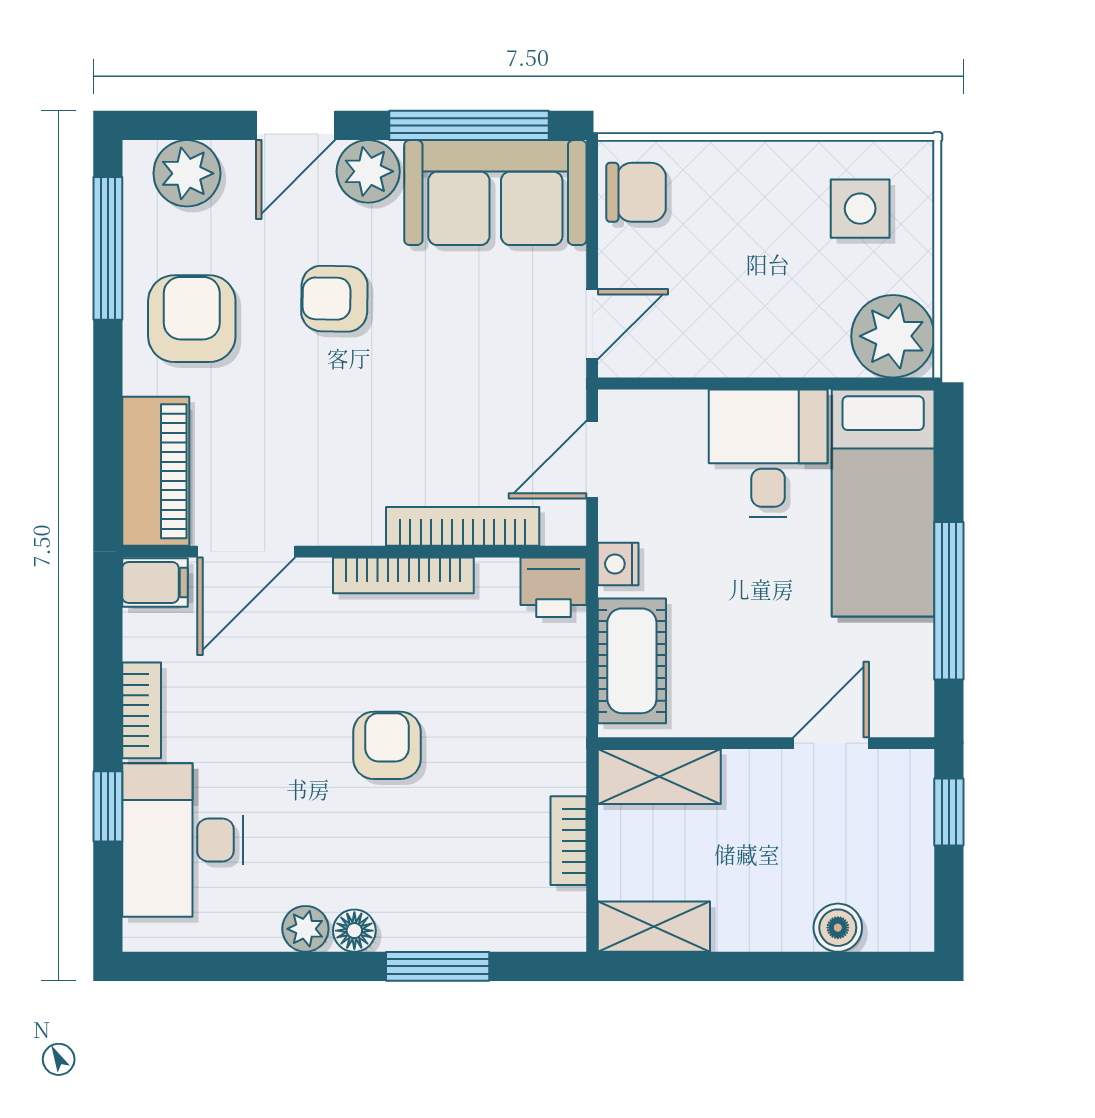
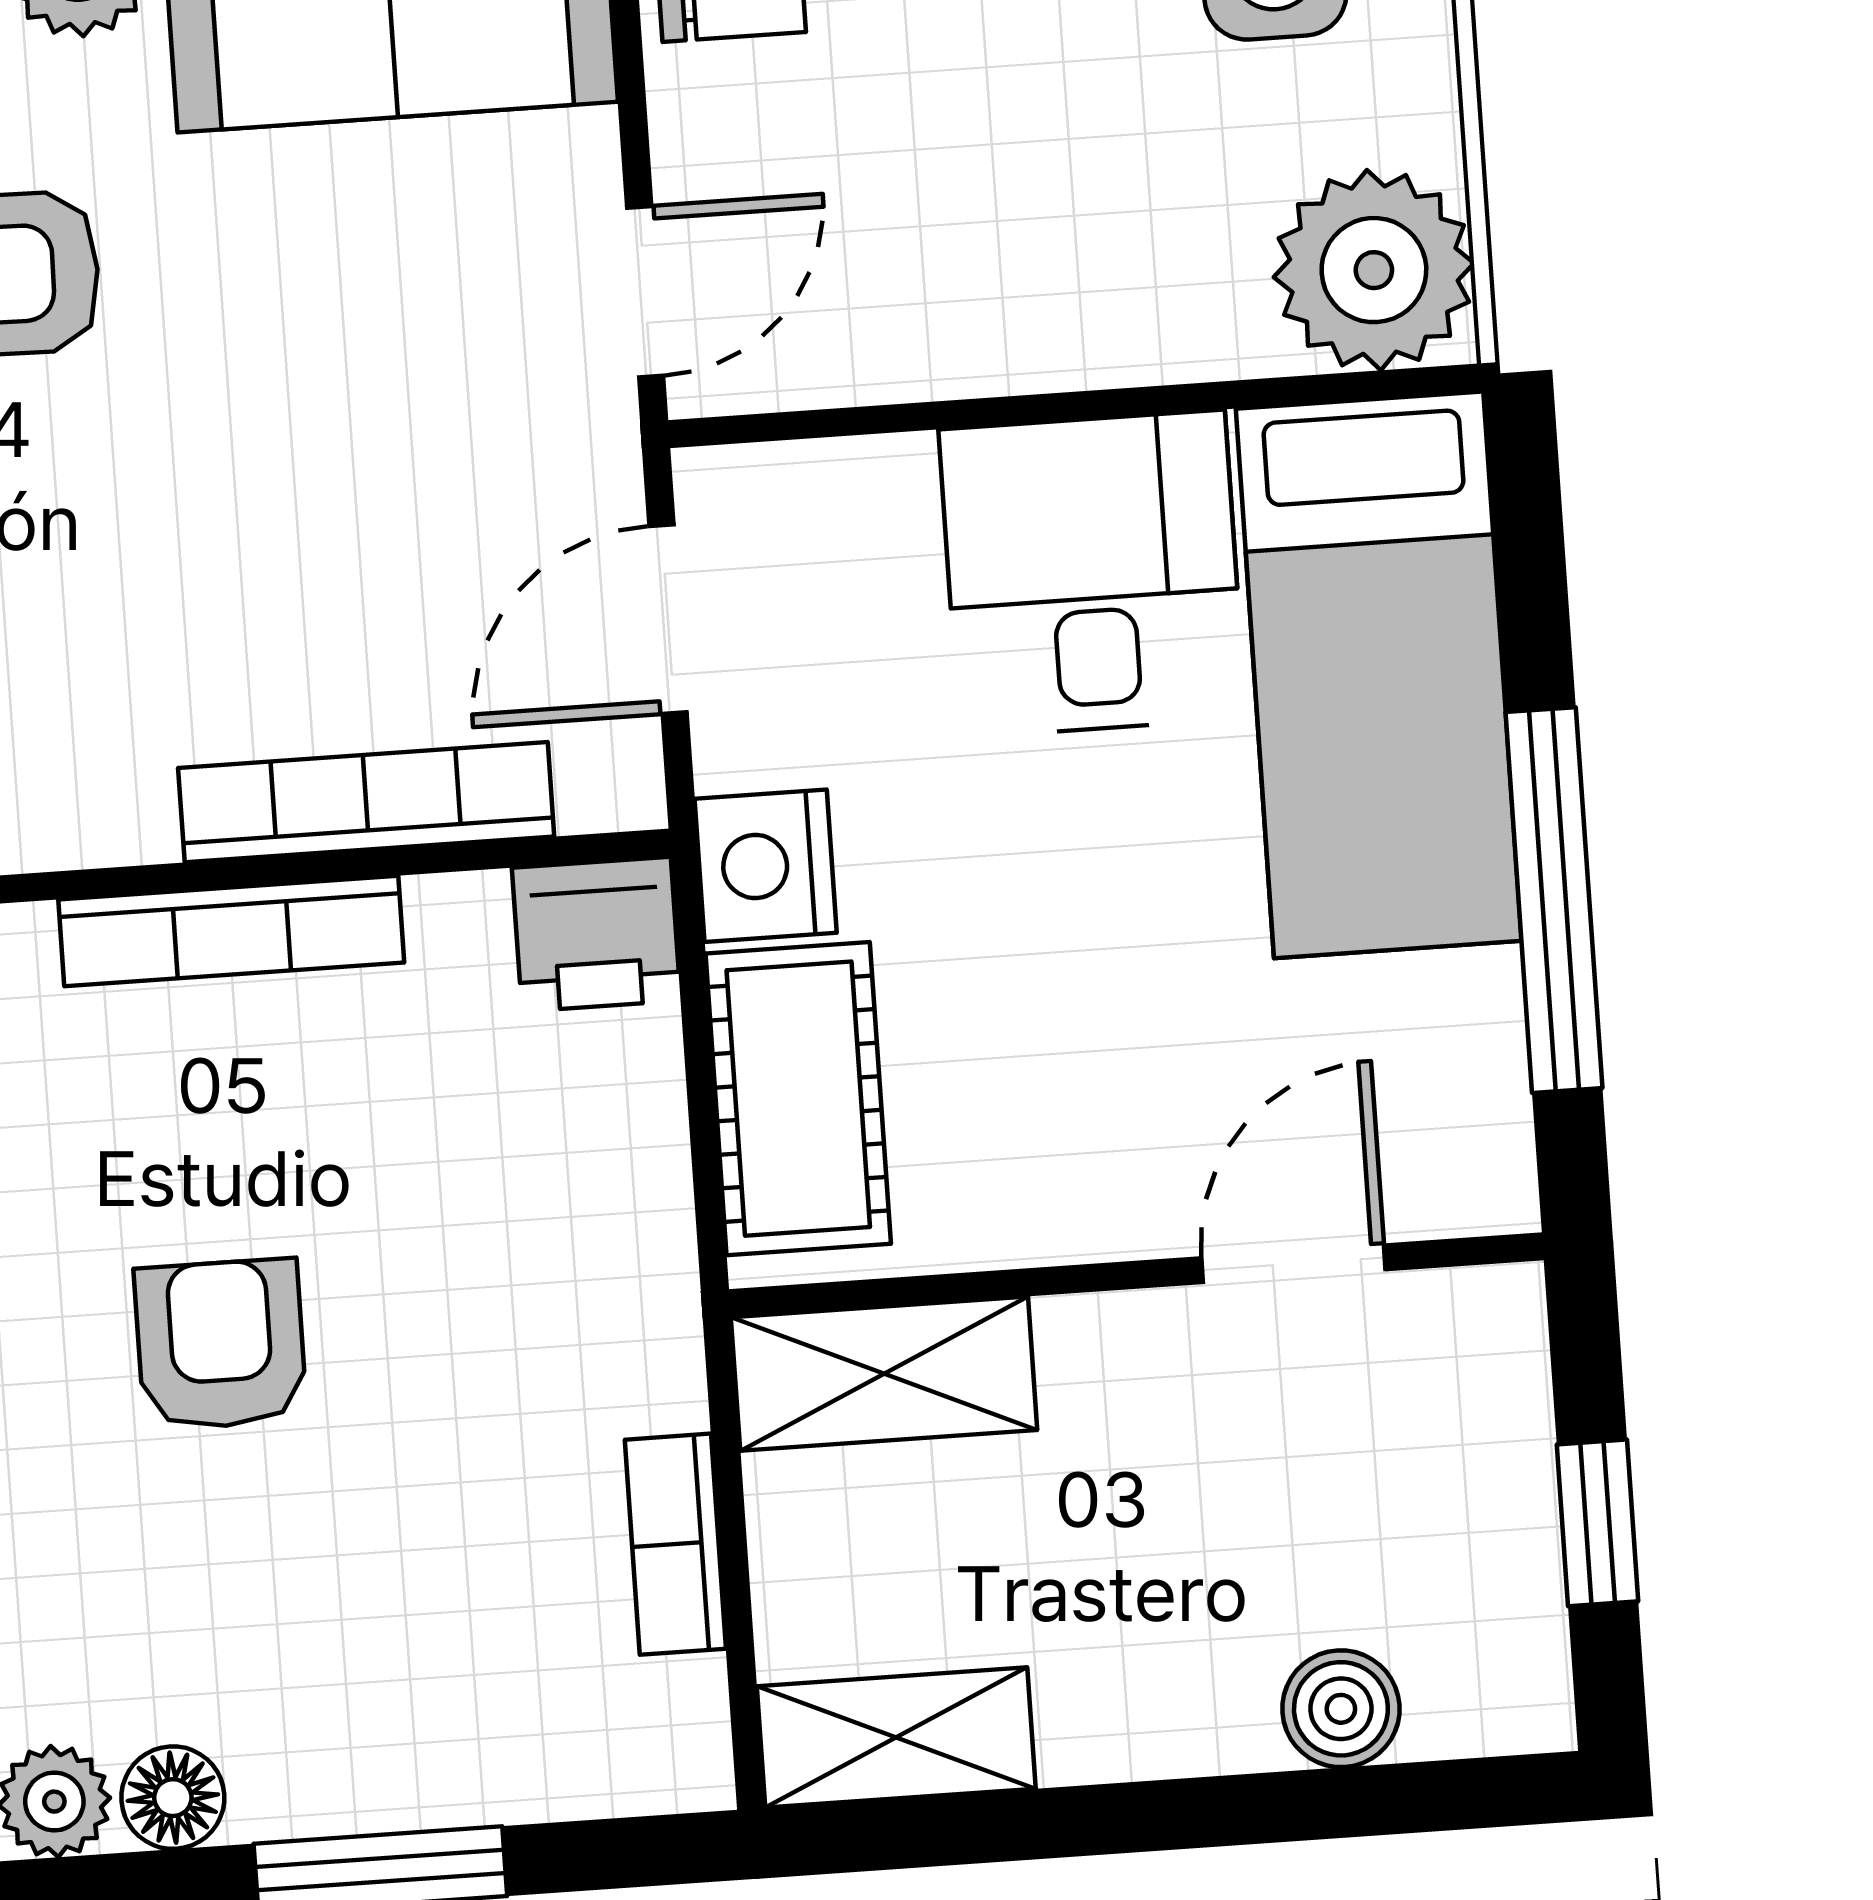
nightstand: (618, 564) -> (766, 866), width x1.39, depth x1.35
window: (949, 812) -> (1597, 1523), moved

